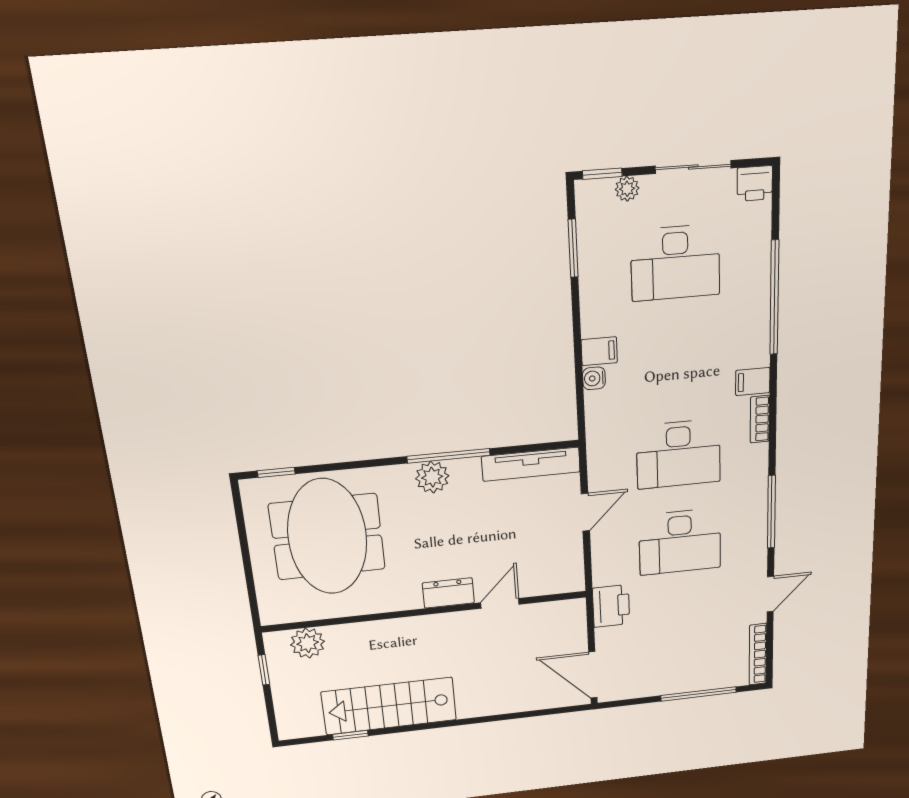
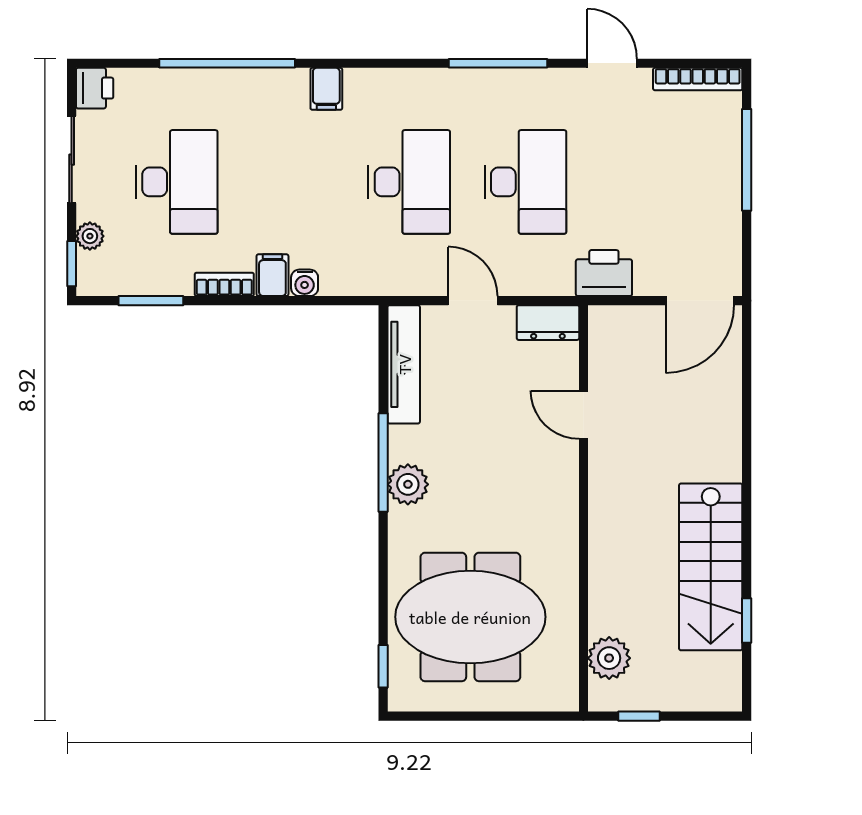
bookcase: (760, 419) -> (224, 284), moved, turned 180
dresser: (448, 593) -> (548, 323), moved, turned -90

